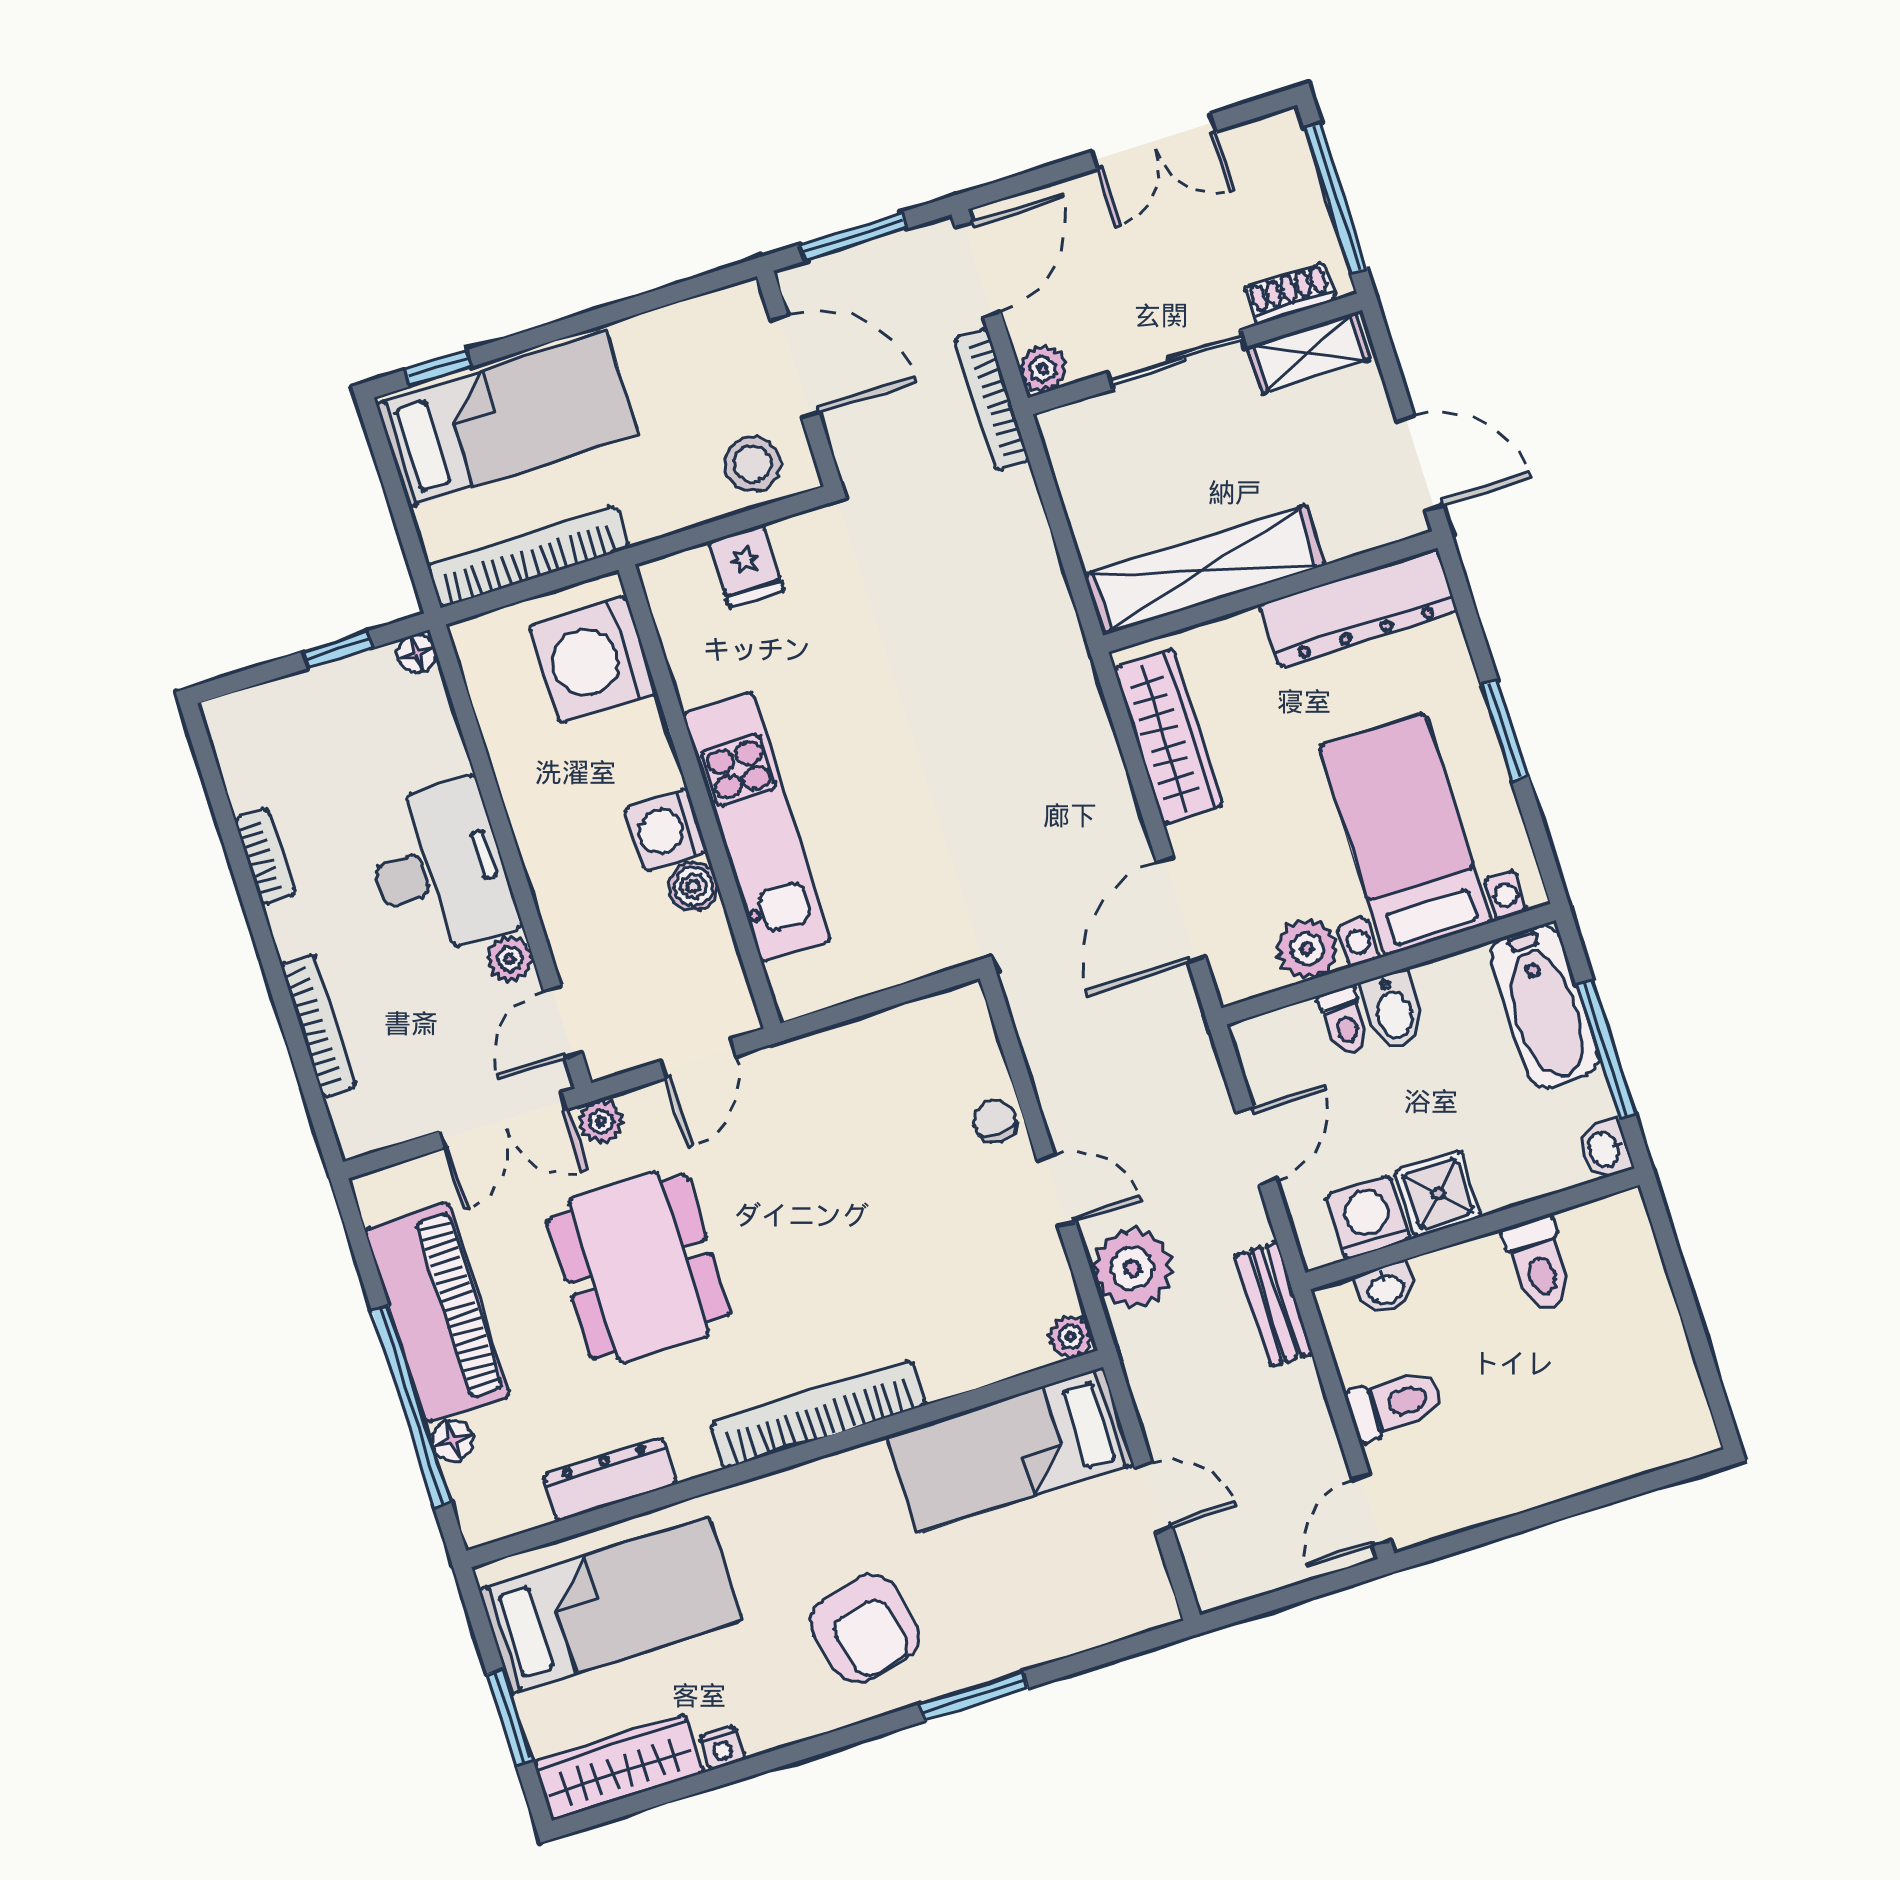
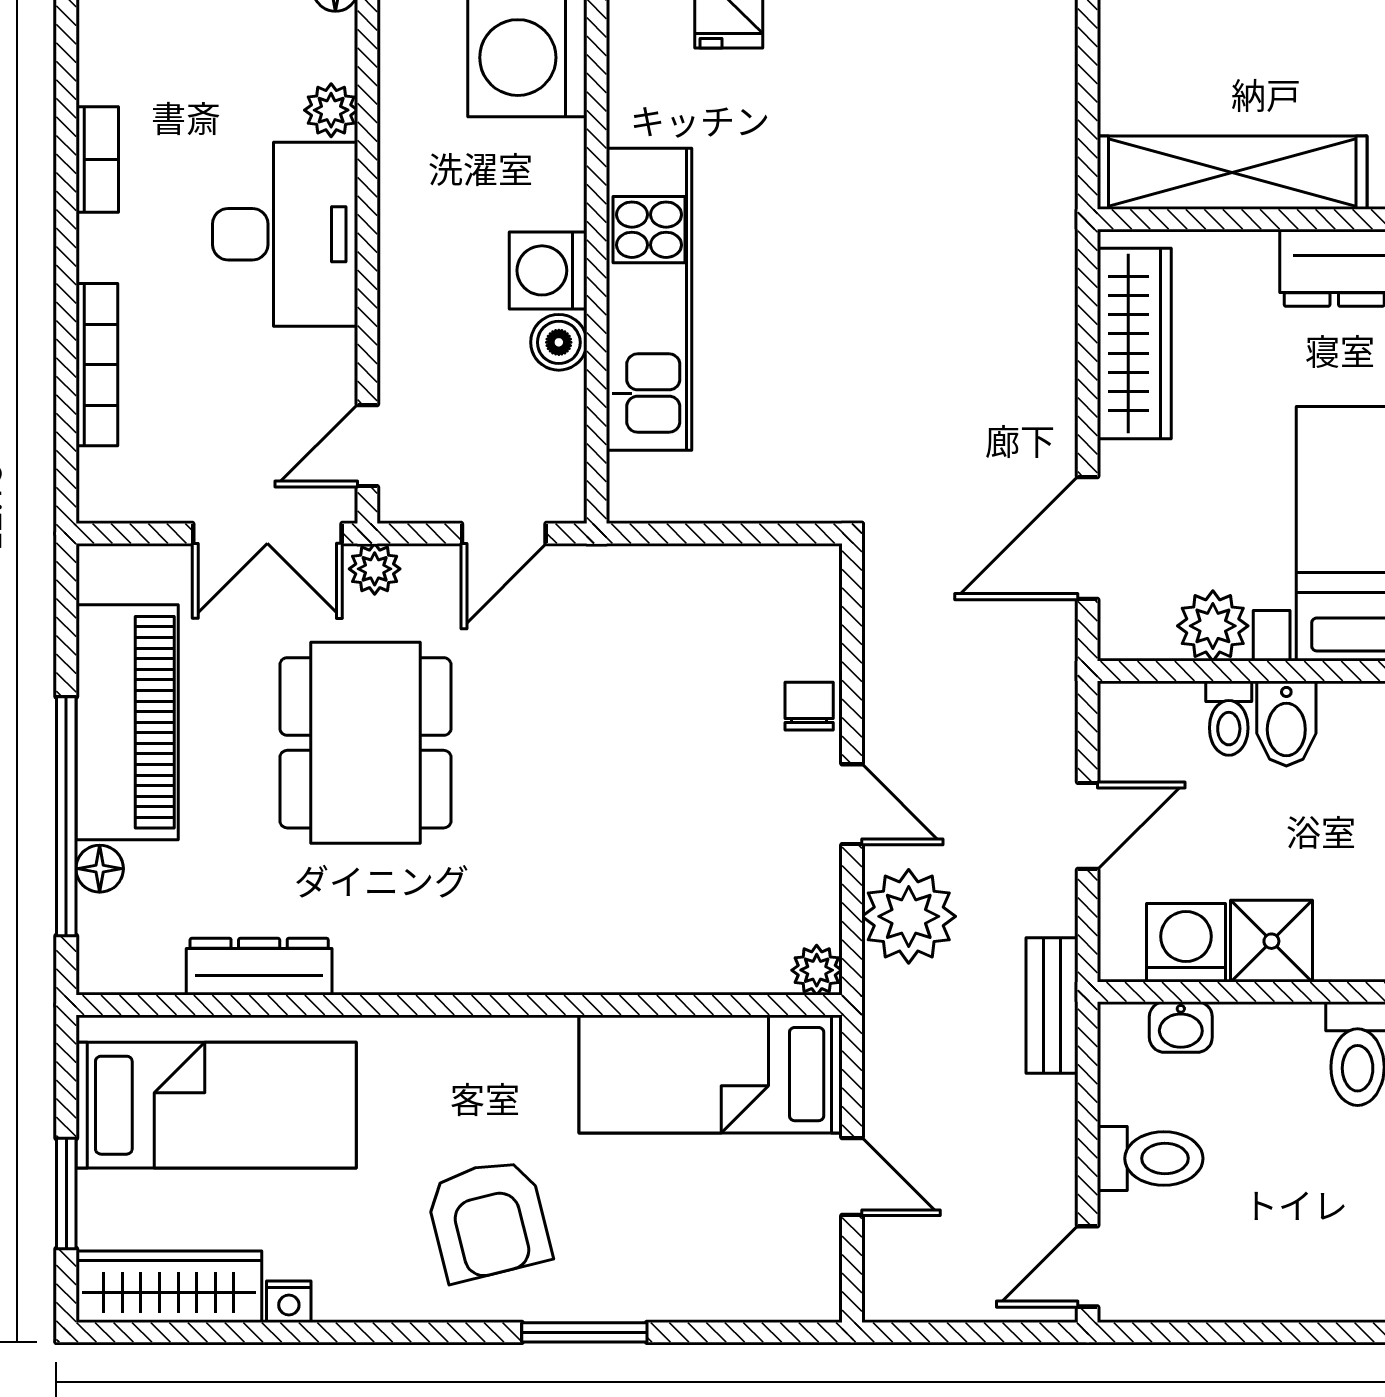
plant: (510, 959) -> (331, 110), moved
bookcase: (818, 1414) -> (512, 967), removed

